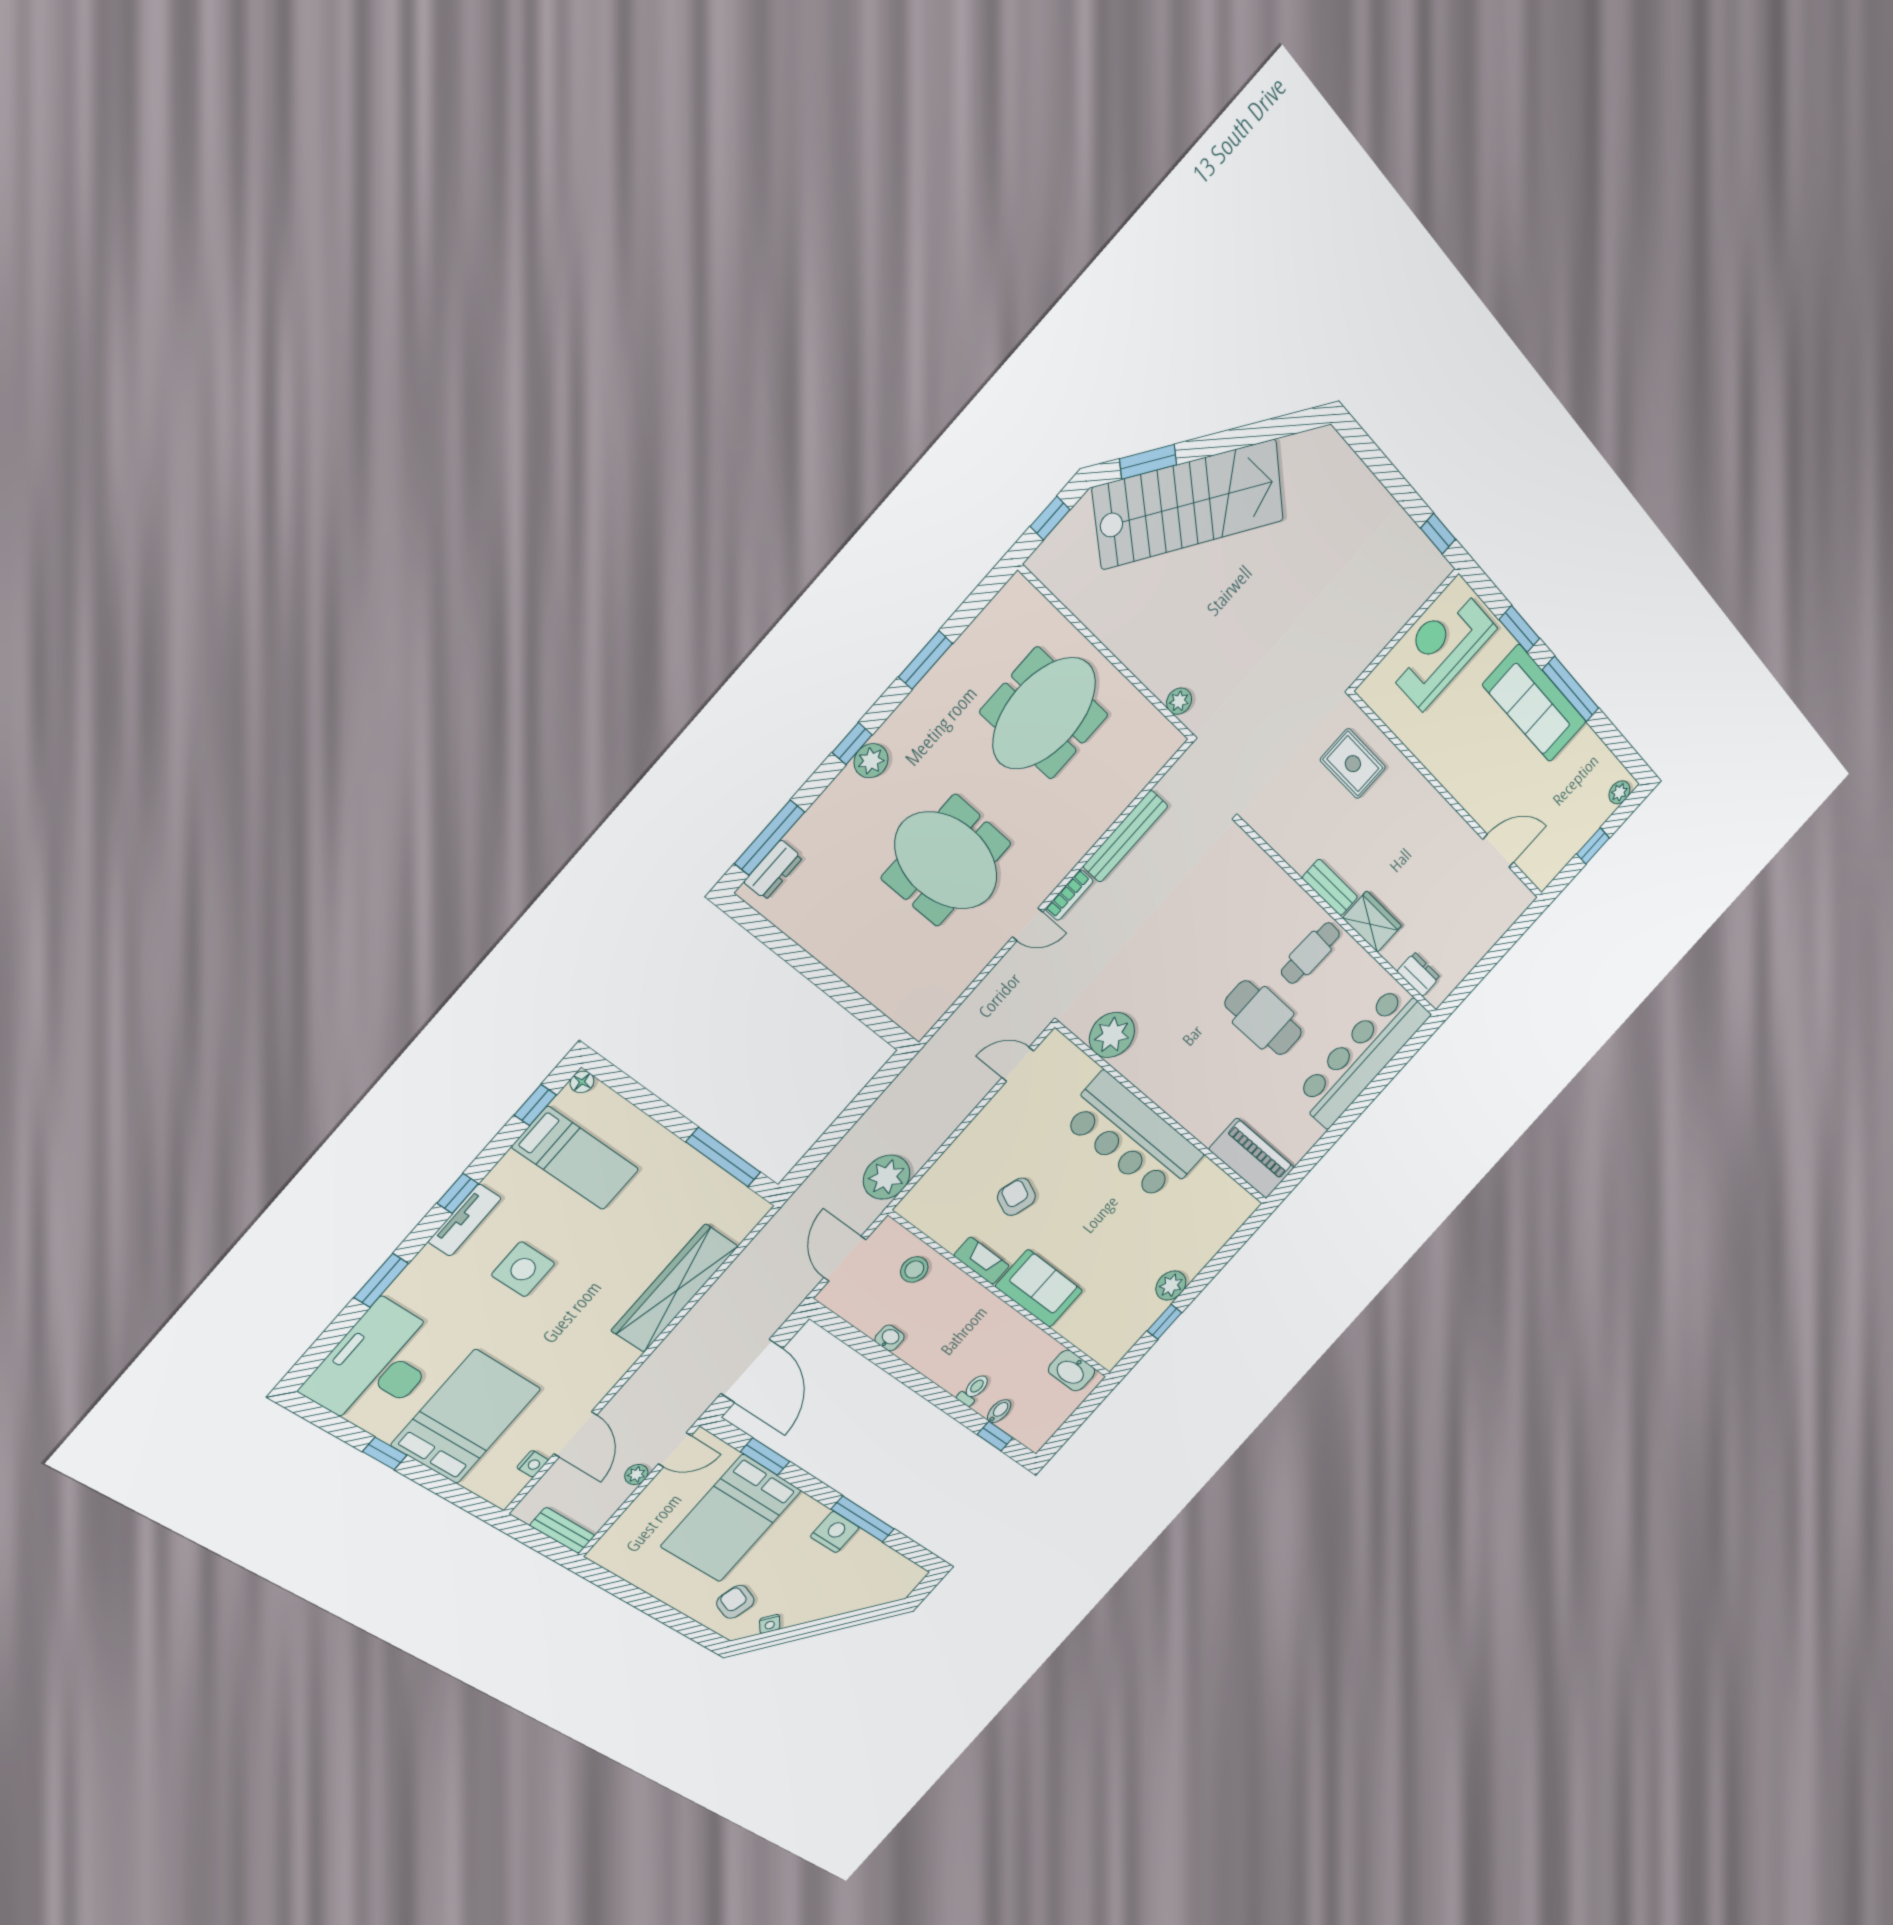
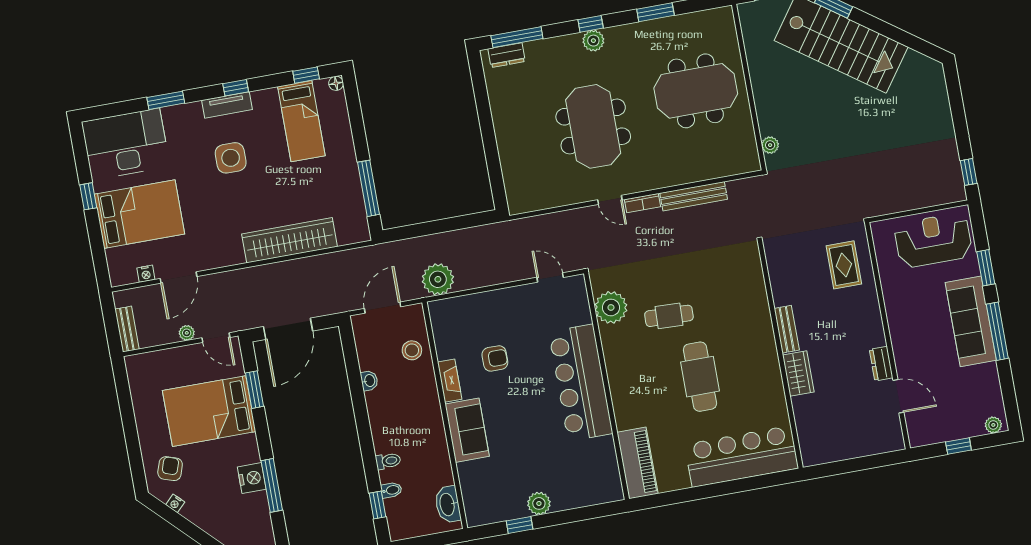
cafe table: (1310, 953) -> (669, 316), moved
dresser: (1418, 974) -> (881, 364), moved, turned 180
armchair: (1016, 1197) -> (495, 358), turned 70

